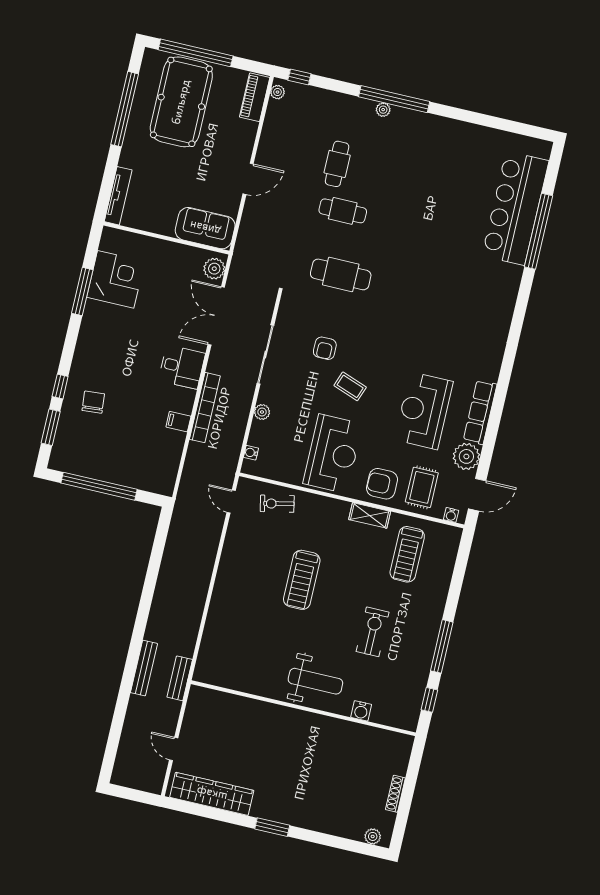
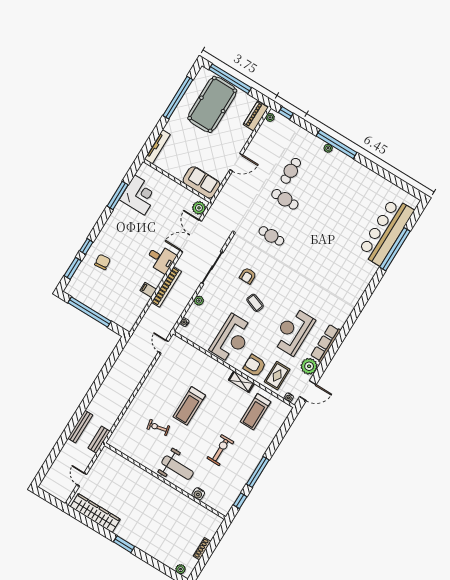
cafe table: (341, 274) -> (271, 236), width x0.73, depth x0.74
exercise bike: (277, 504) -> (158, 427), moved

